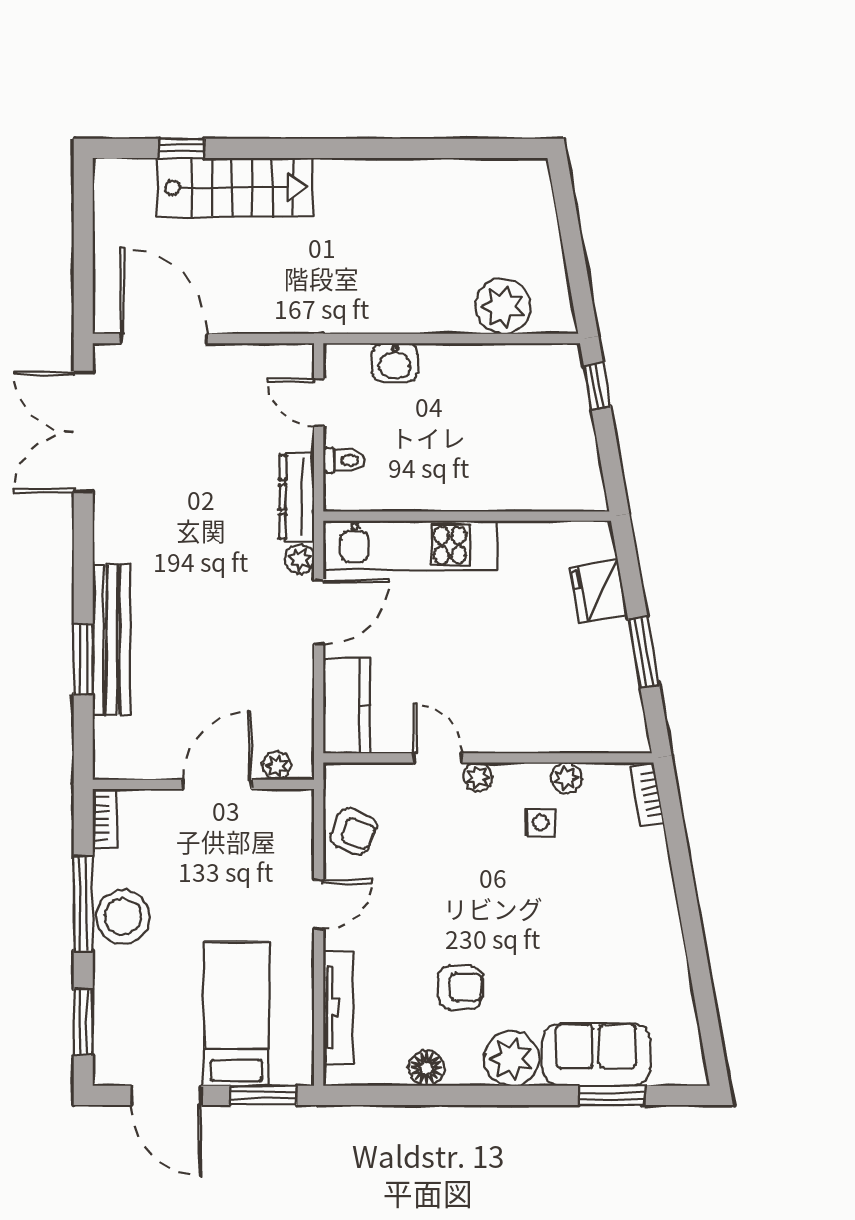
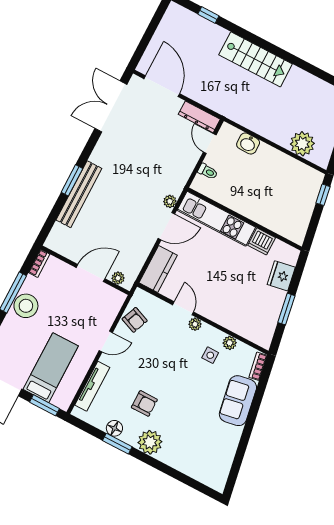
stairs: (235, 187) -> (256, 59), moved
dresser: (297, 497) -> (199, 117), moved, turned -90
dishwasher: (524, 543) -> (262, 241), added
window: (83, 659) -> (72, 180), moved
sofa: (596, 1055) -> (238, 401), moved, turned -100
window: (612, 1095) -> (117, 444), moved

